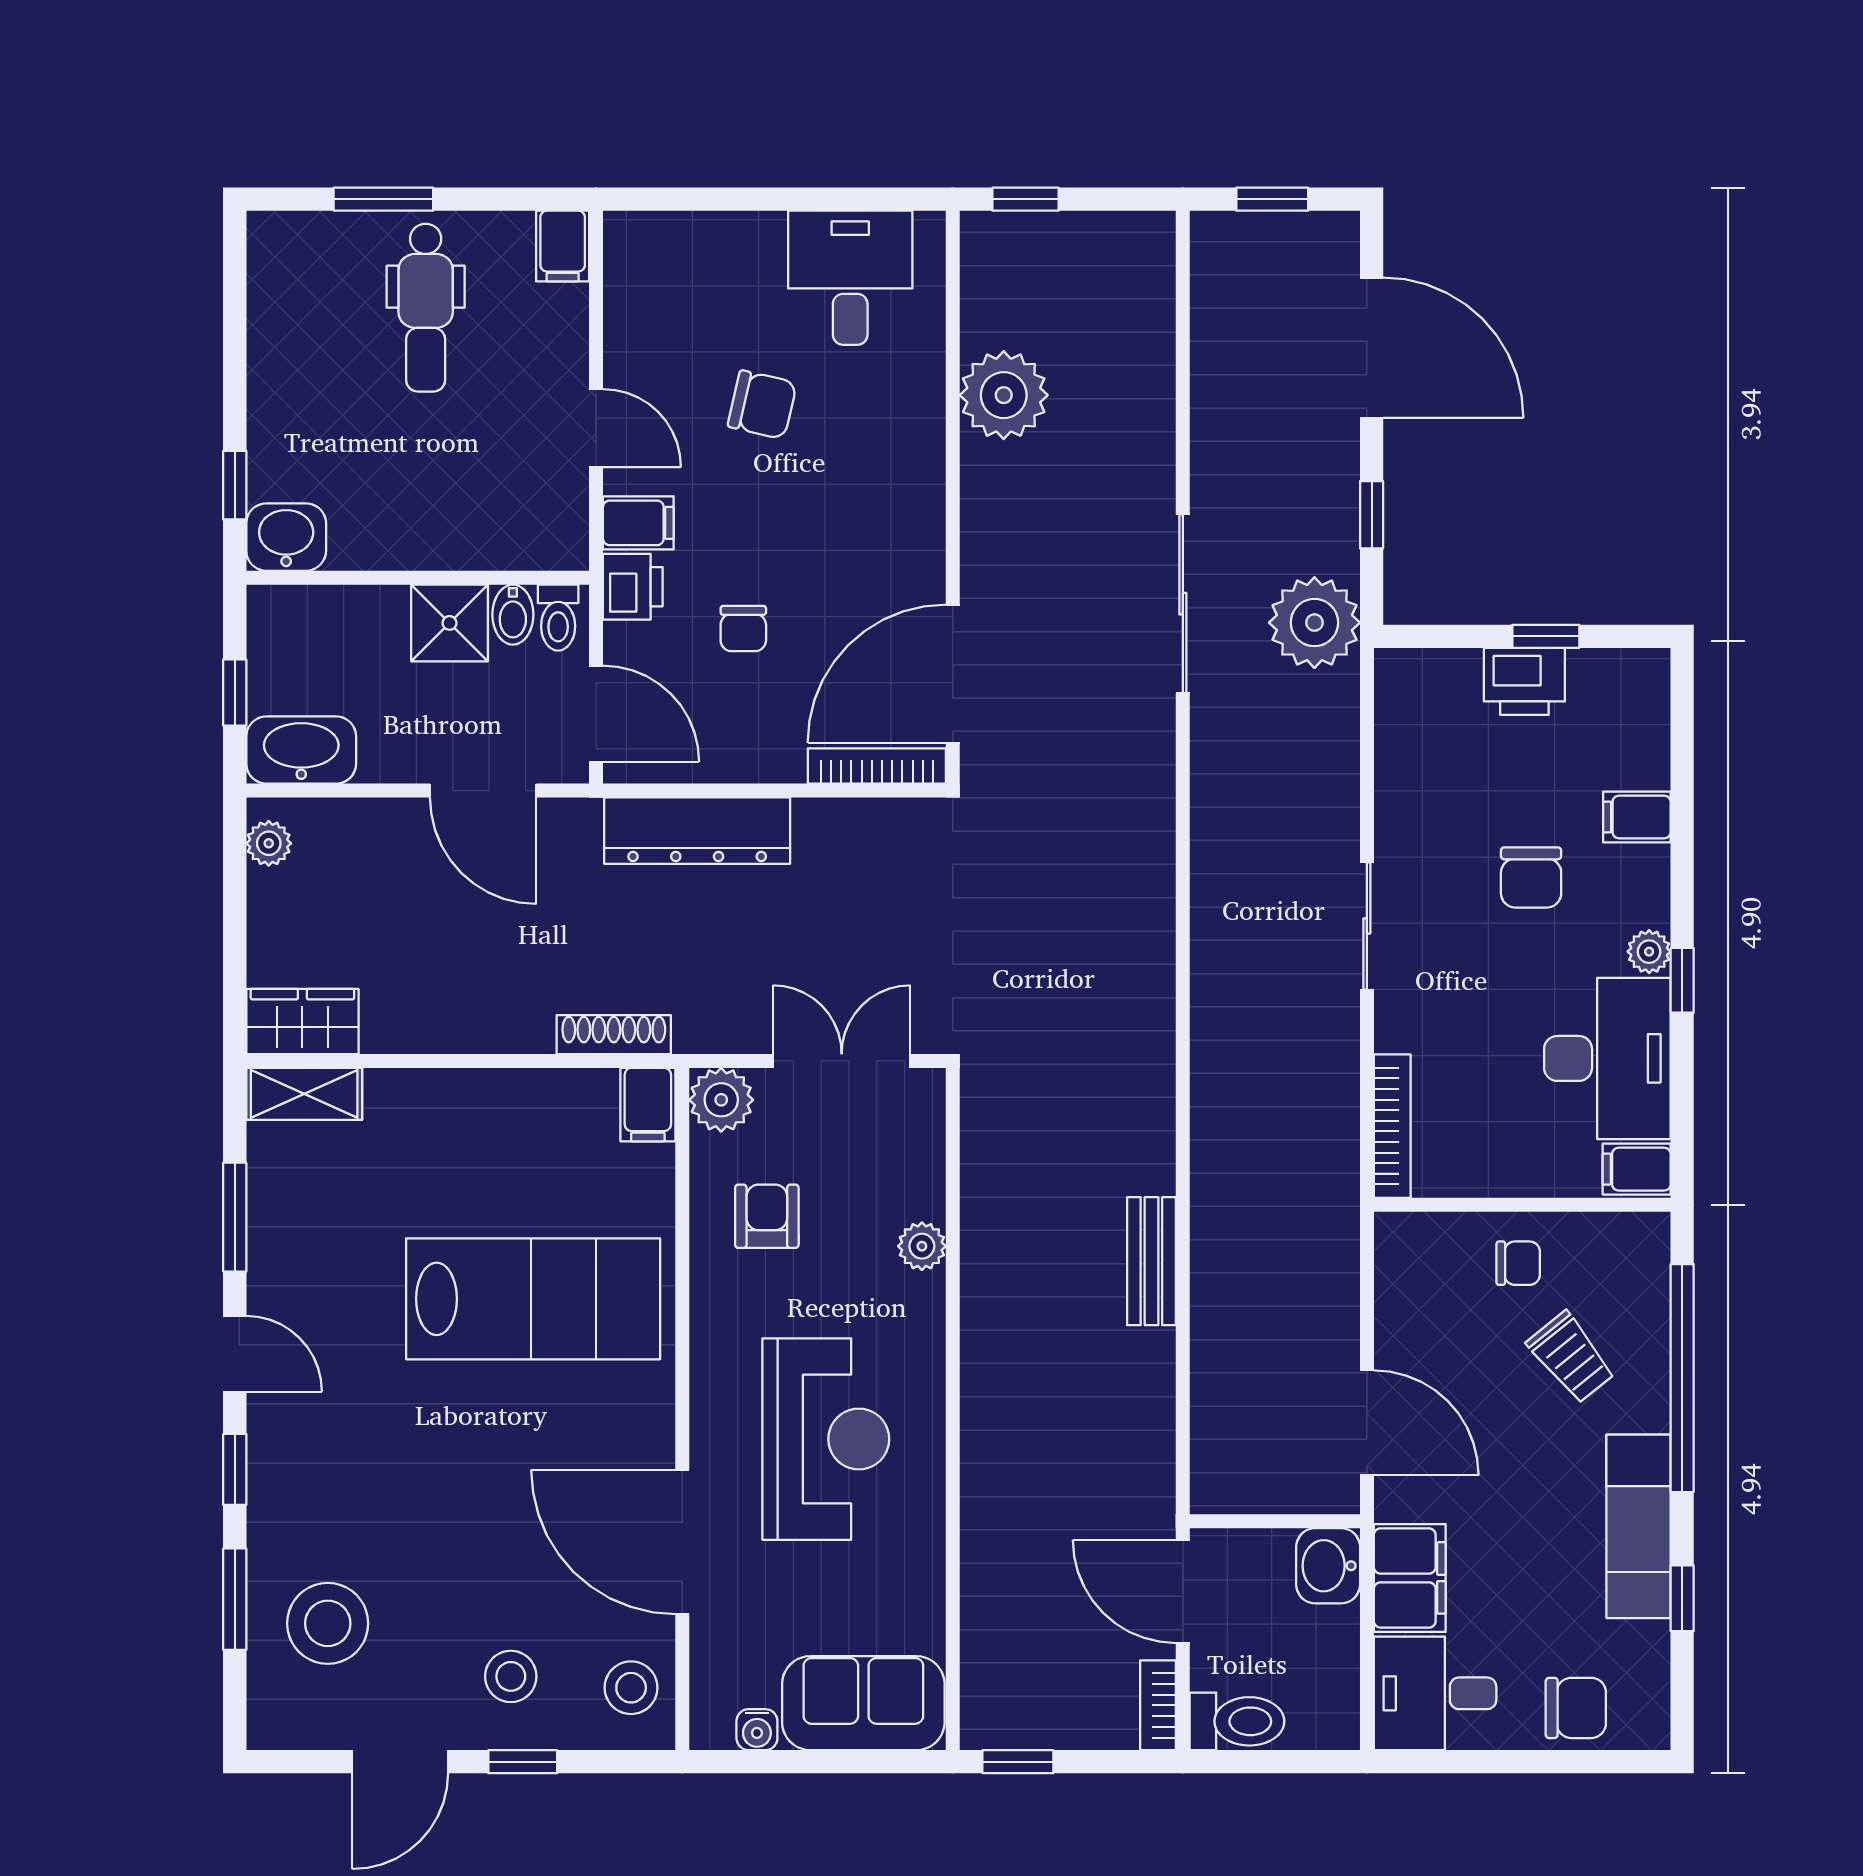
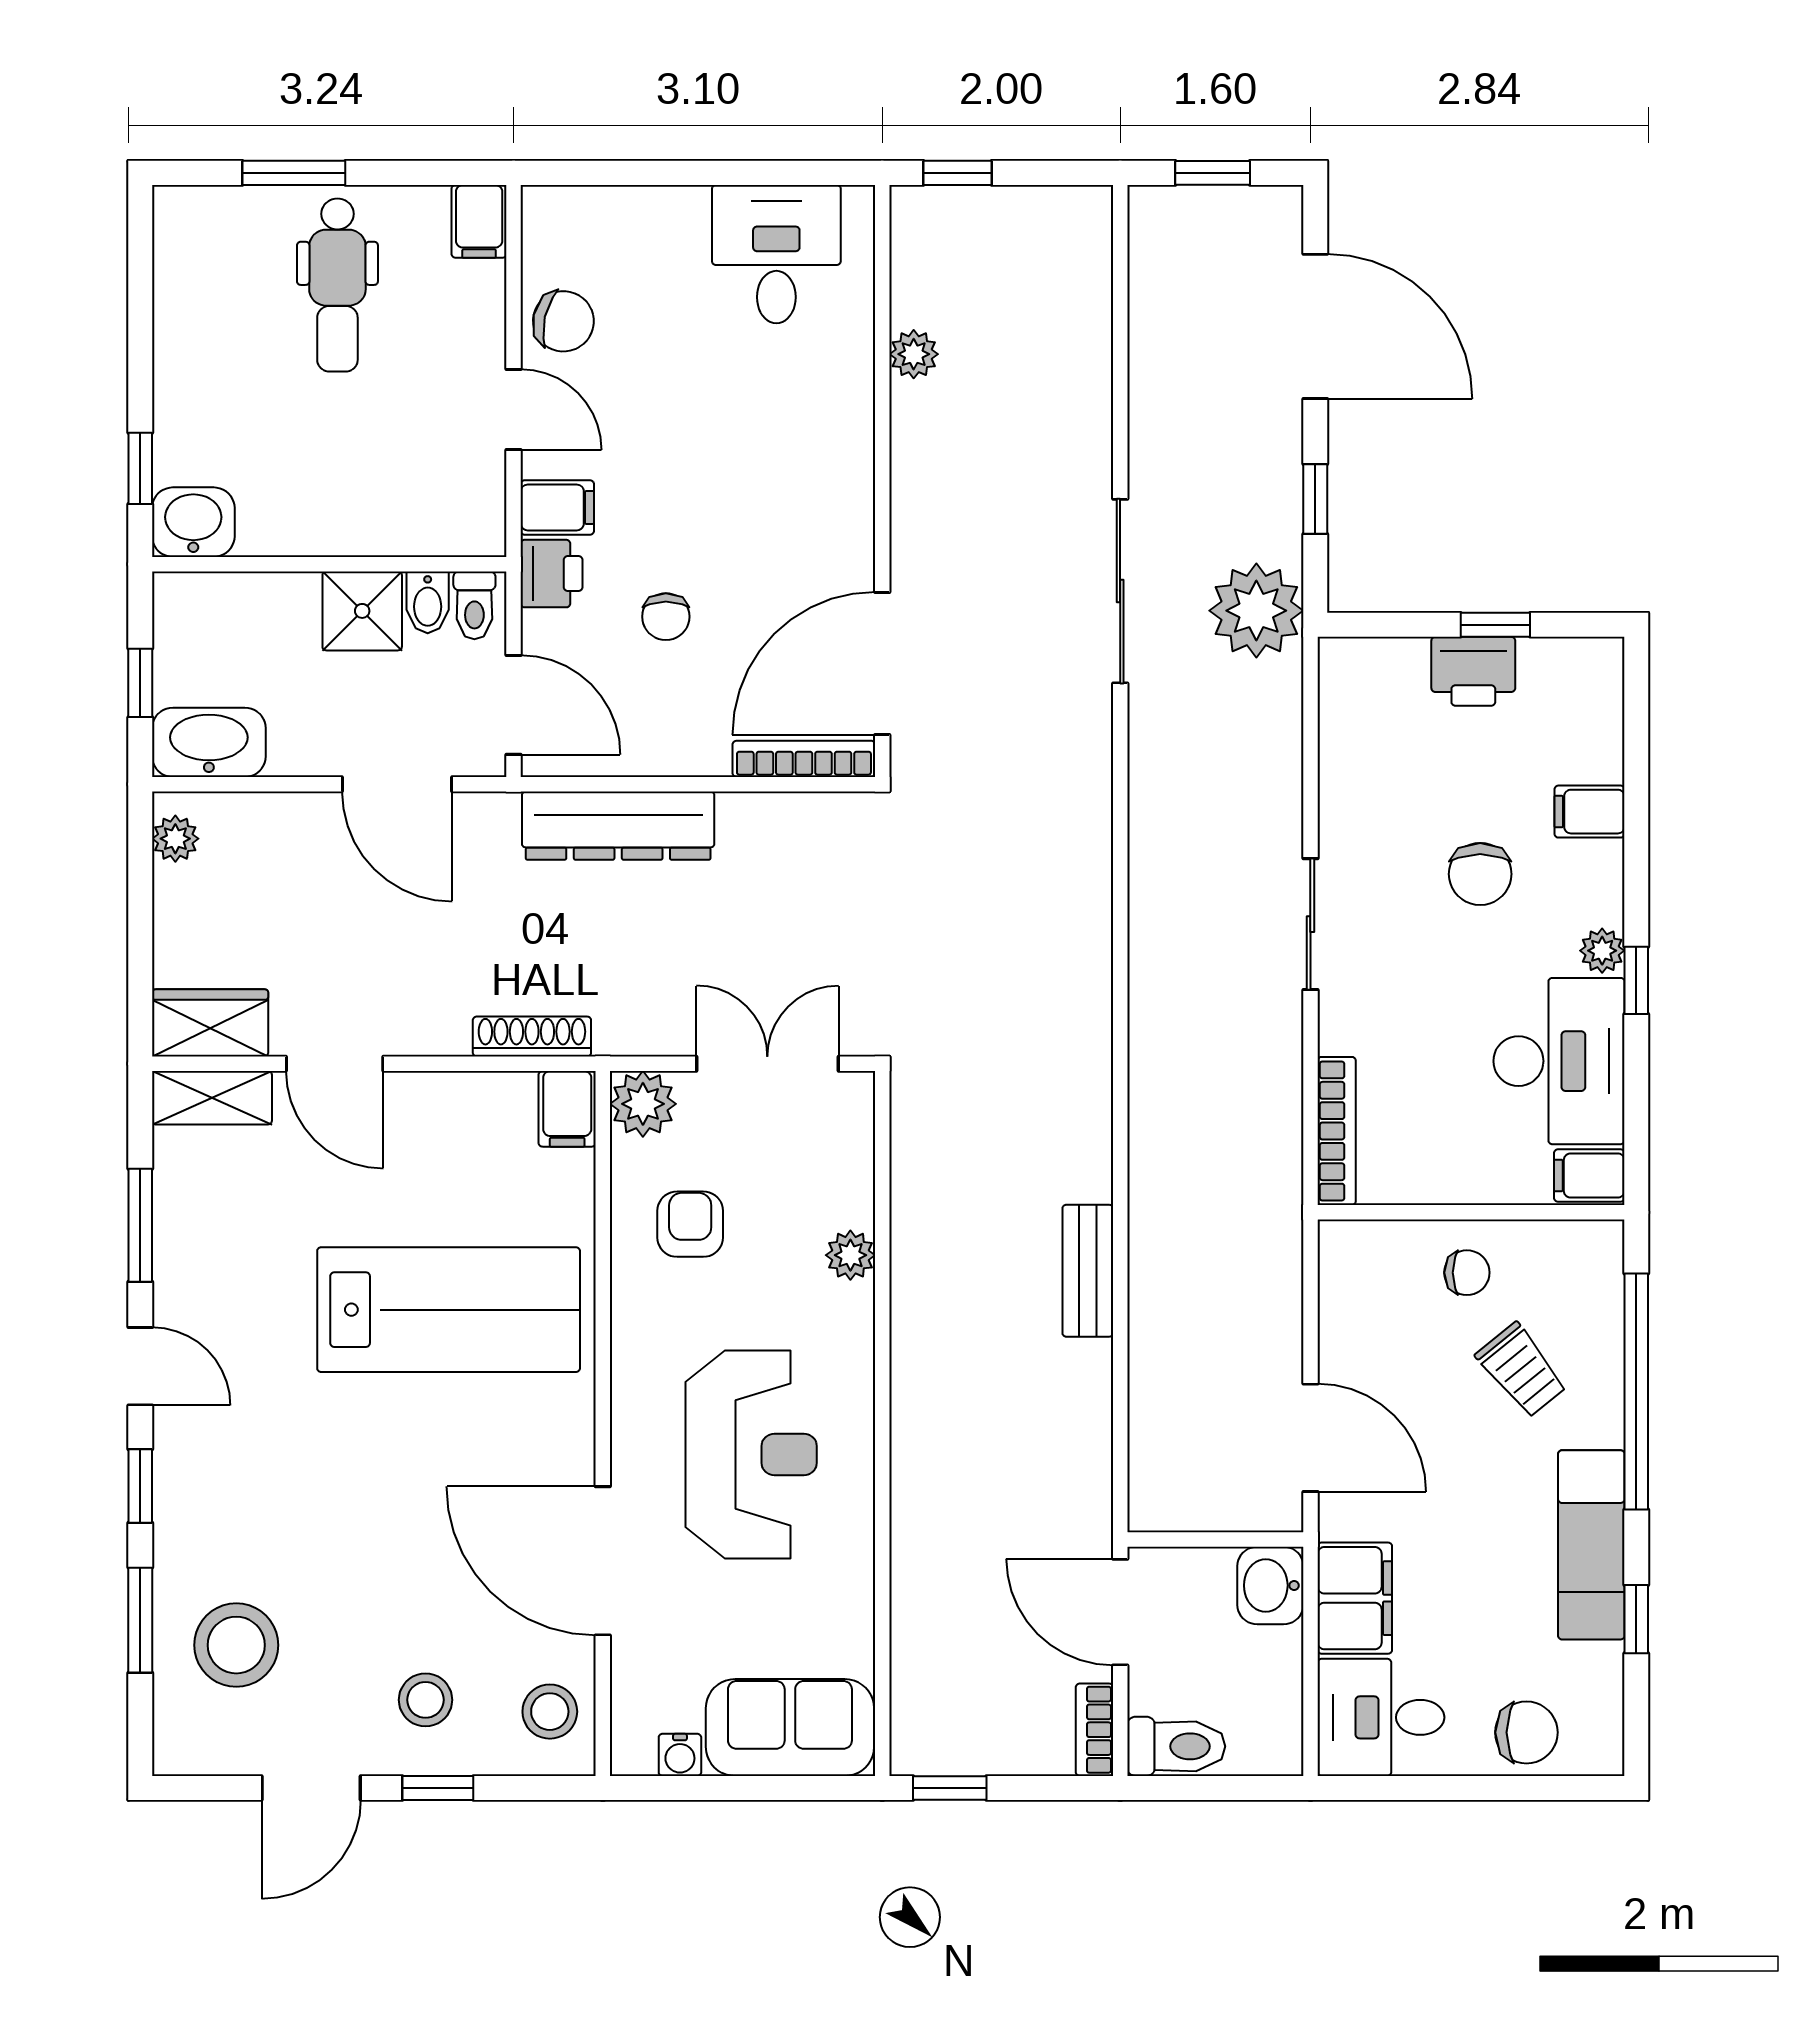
plant: (1004, 395) -> (914, 354), width x0.53, depth x0.53
chair: (762, 405) -> (563, 321), moved
door: (423, 1061) -> (335, 1064), added

